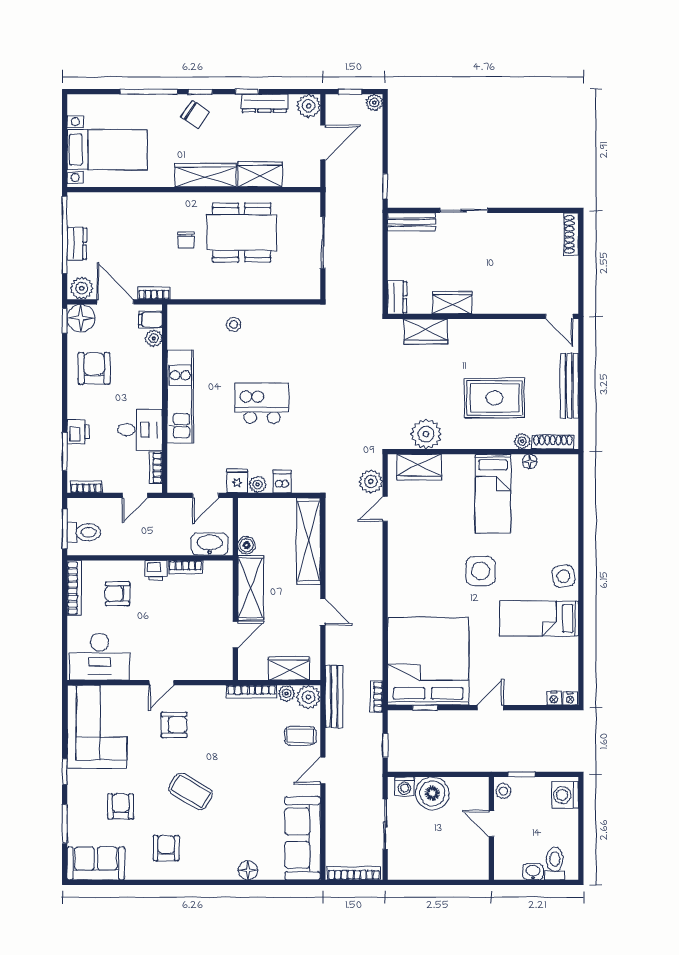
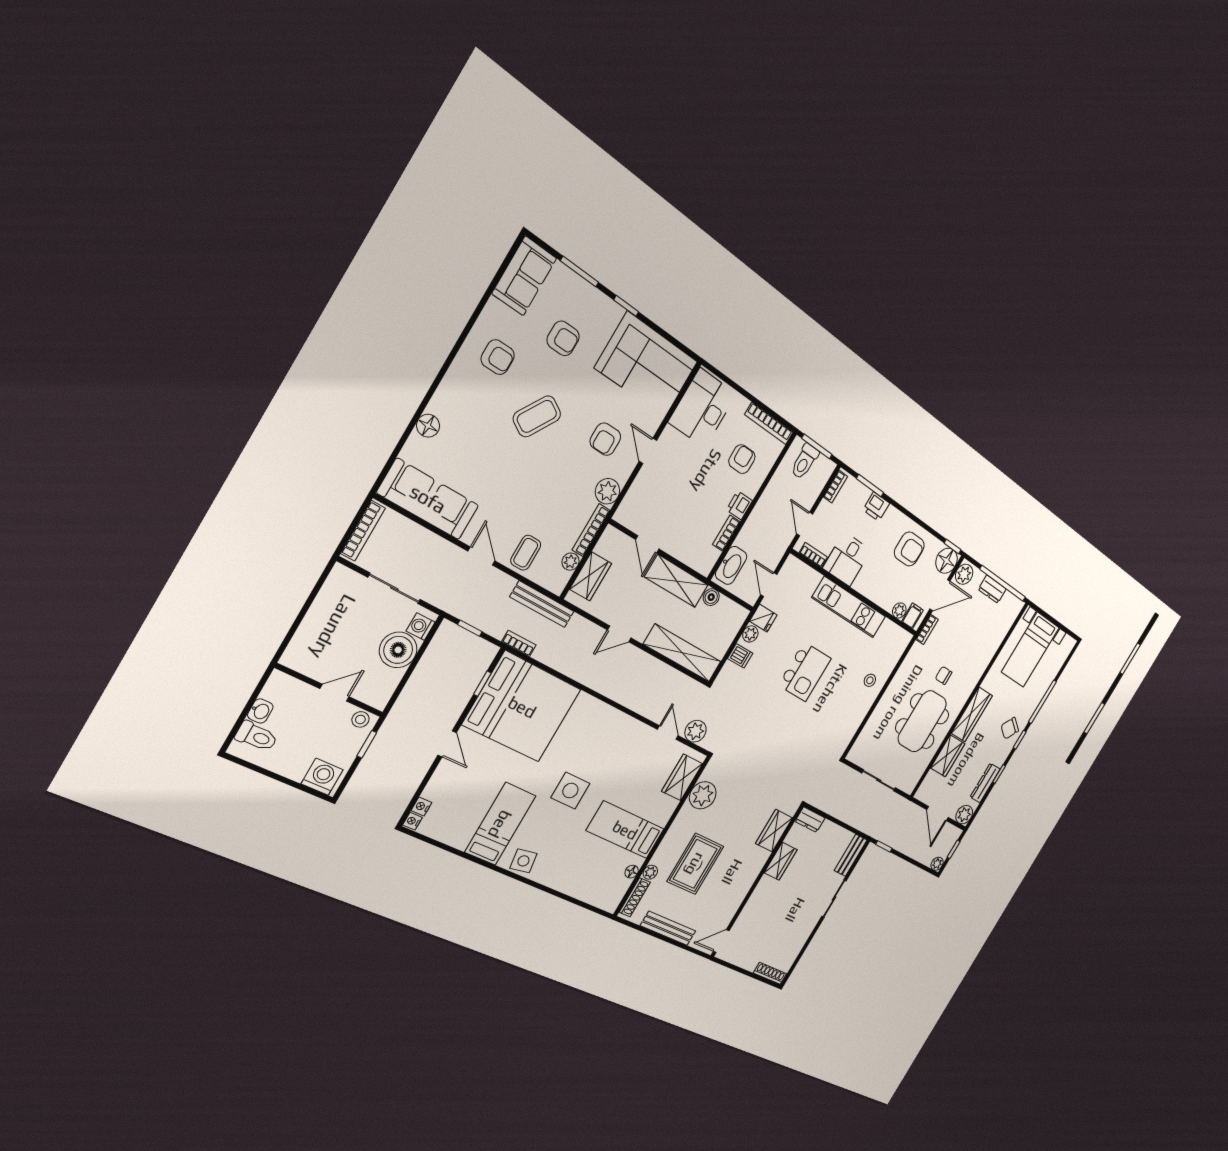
plant: (308, 697) -> (607, 491), moved

